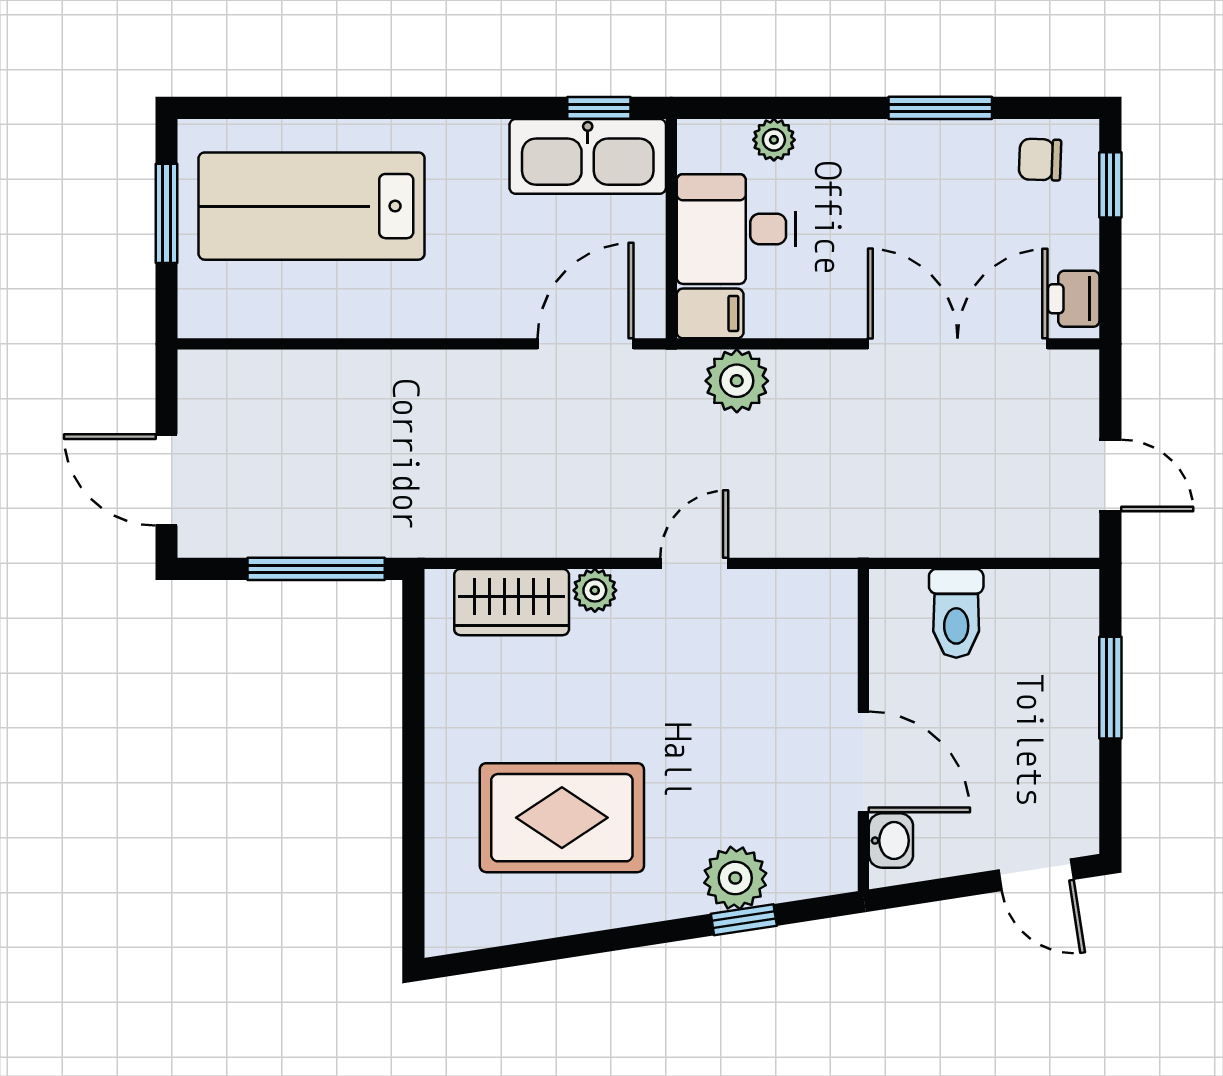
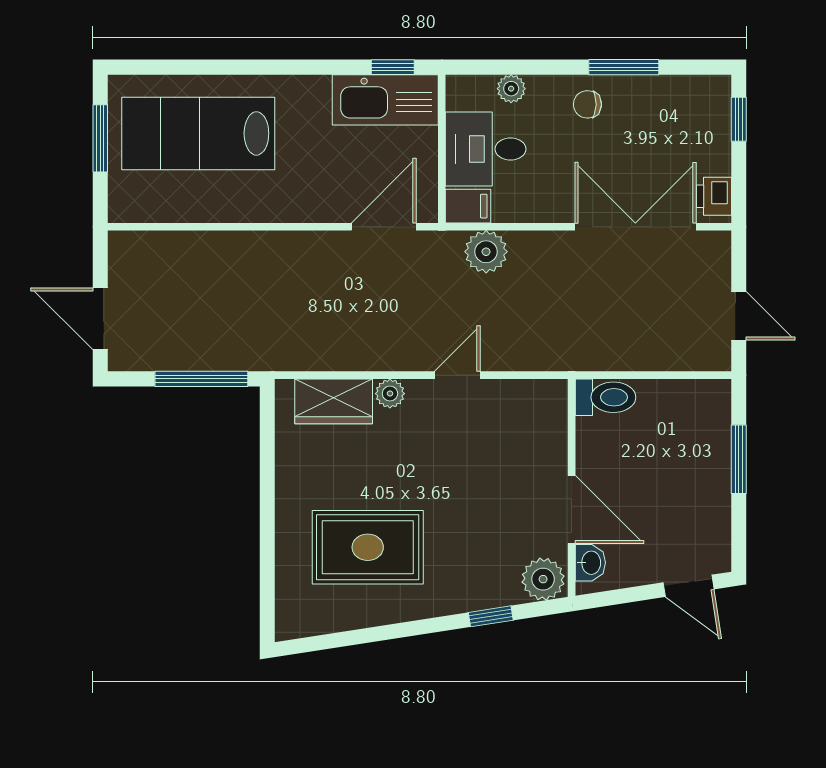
chair: (1040, 160) -> (587, 104), moved
toilet: (956, 613) -> (606, 397), moved, turned -90
plant: (735, 878) -> (543, 579), moved

